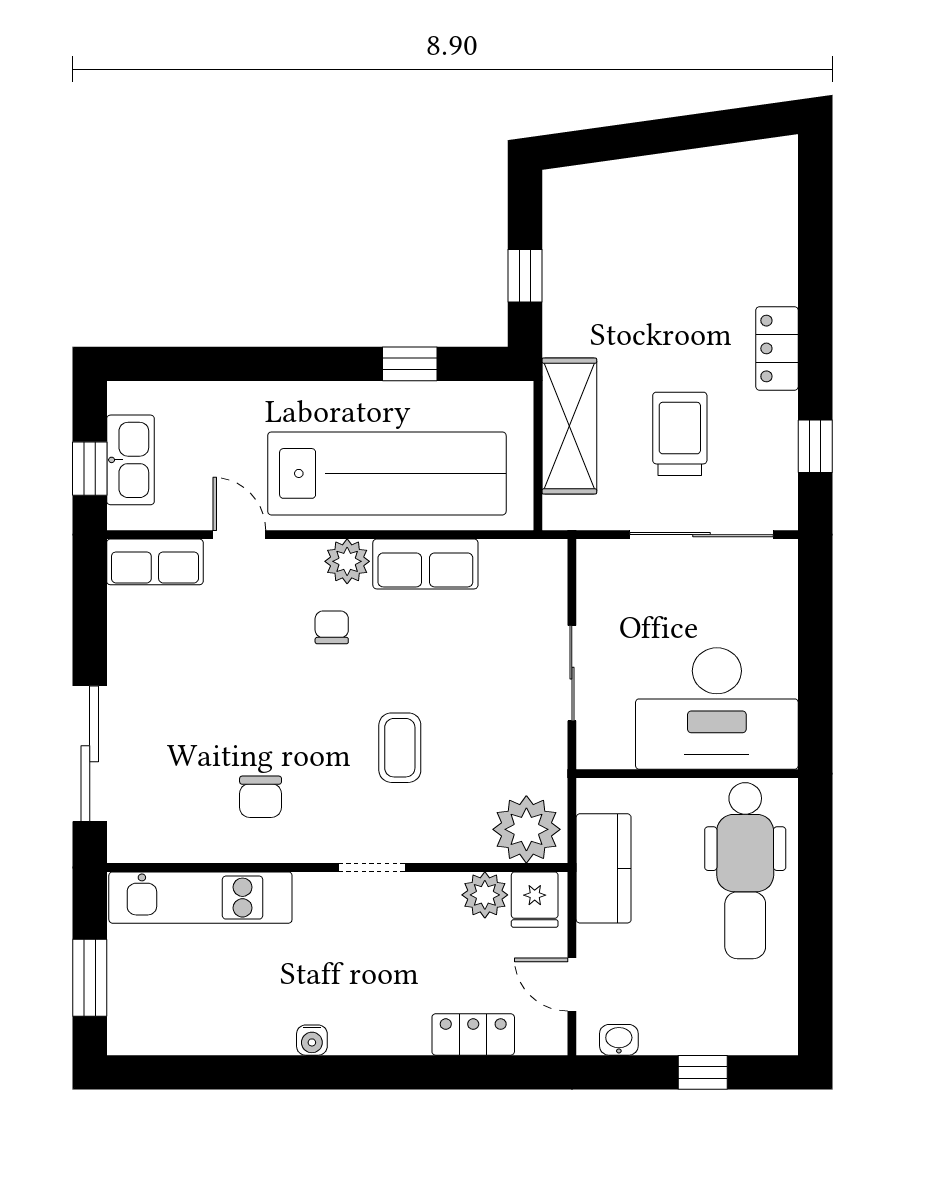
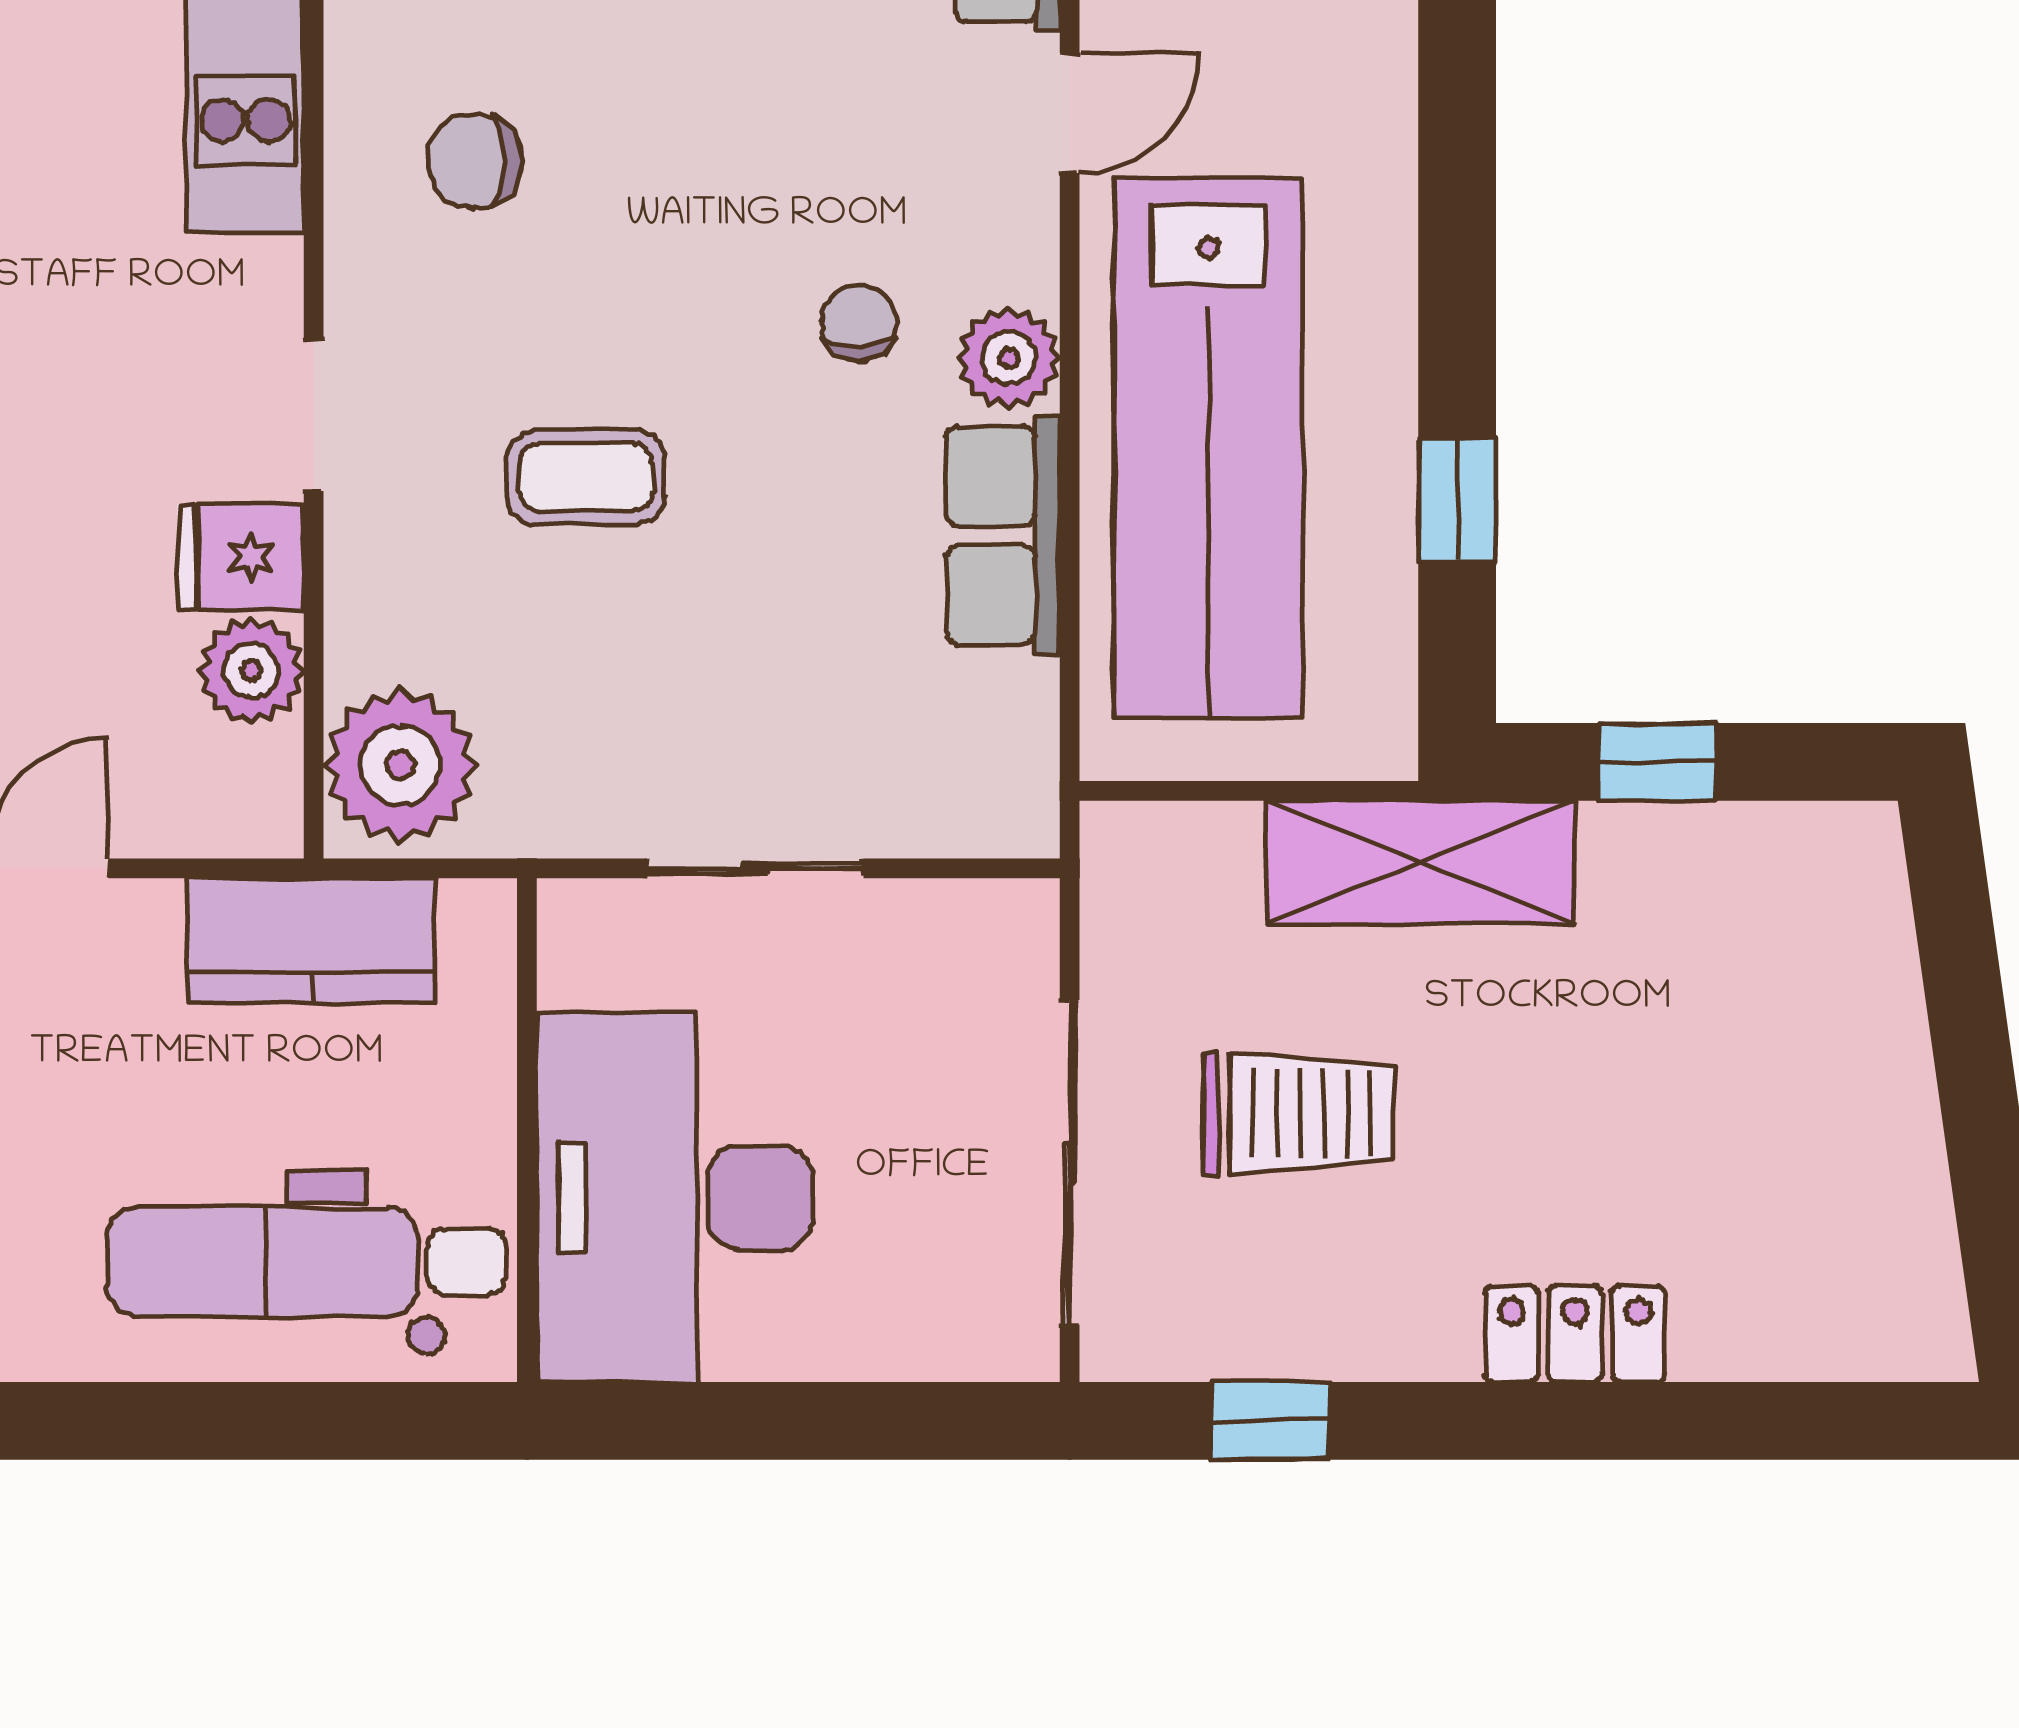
locker: (777, 348) -> (1575, 1334), moved
shelving: (569, 426) -> (1420, 862), moved
chair: (332, 627) -> (859, 323), turned -90
fridge: (535, 900) -> (241, 557), moved

